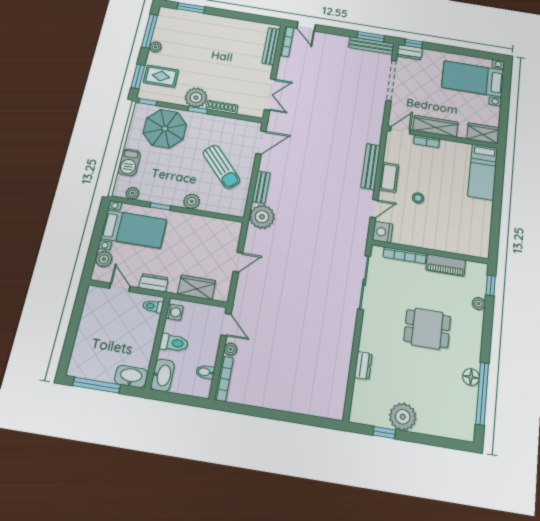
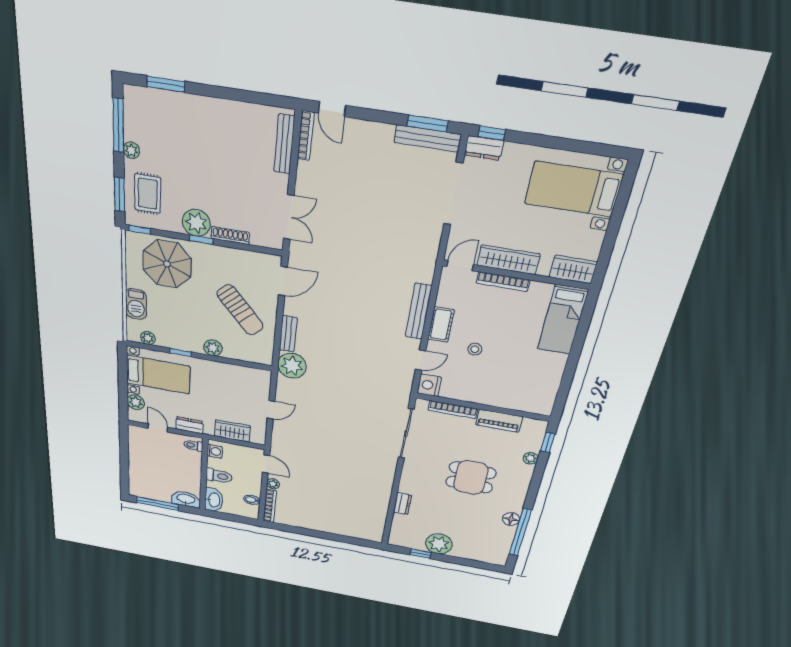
rug: (161, 76) -> (148, 194), turned 90
bookcase: (427, 141) -> (503, 282), width x1.56

